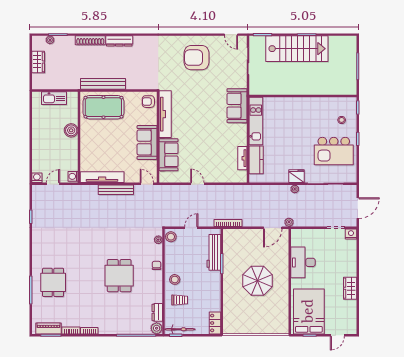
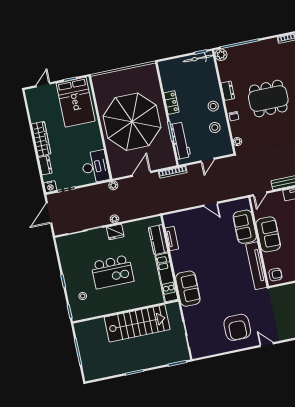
door: (231, 35) -> (267, 345), moved
stairs: (297, 49) -> (137, 323), moved, turned 180
armchair: (197, 58) -> (237, 327), turned 90
kitchen island: (334, 151) -> (112, 272), moved, turned 180
door: (147, 184) -> (260, 194), hinge flipped
door: (273, 228) -> (142, 174), moved
stool: (171, 237) -> (215, 127), moved
dresser: (351, 256) -> (45, 165), added
desk: (303, 262) -> (95, 167), moved
dining table: (119, 276) -> (268, 99), width x1.37
parasol: (258, 281) -> (132, 122), width x1.86, depth x1.86
wardrobe: (350, 288) -> (41, 139), width x1.50
trolley: (180, 300) -> (204, 87), removed
dresser: (157, 312) -> (228, 91), moved
locker: (215, 323) -> (171, 102), moved

